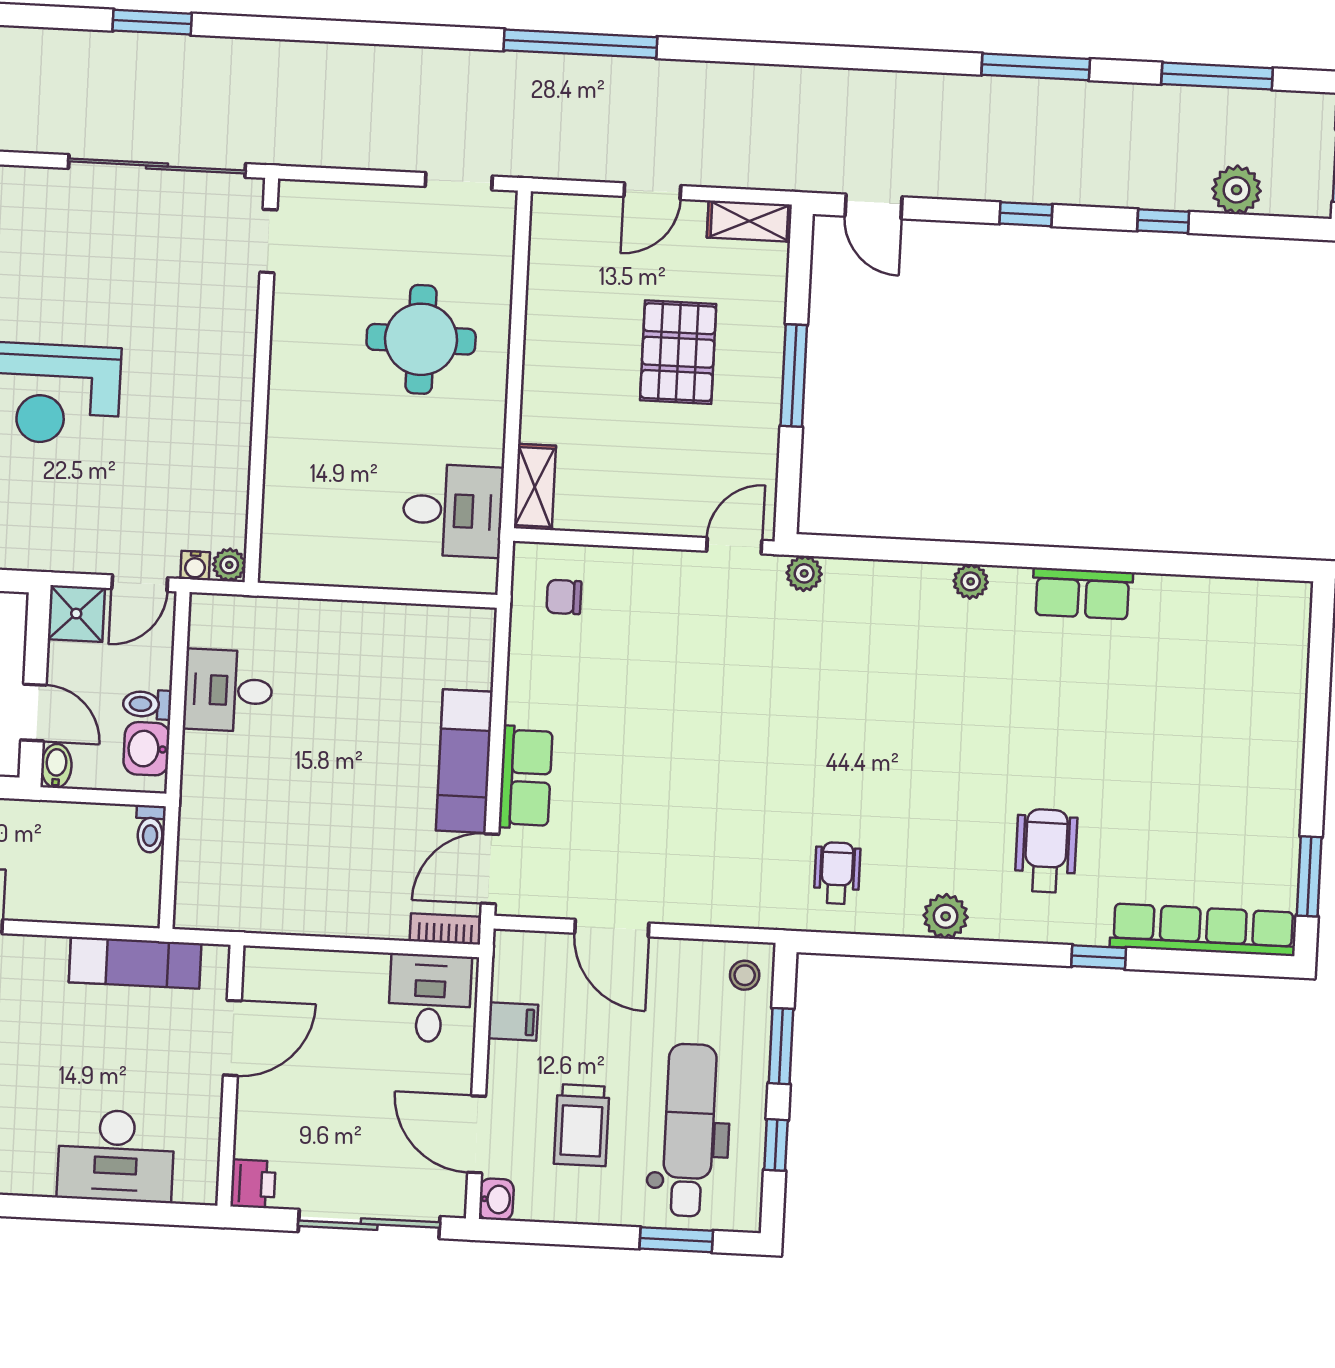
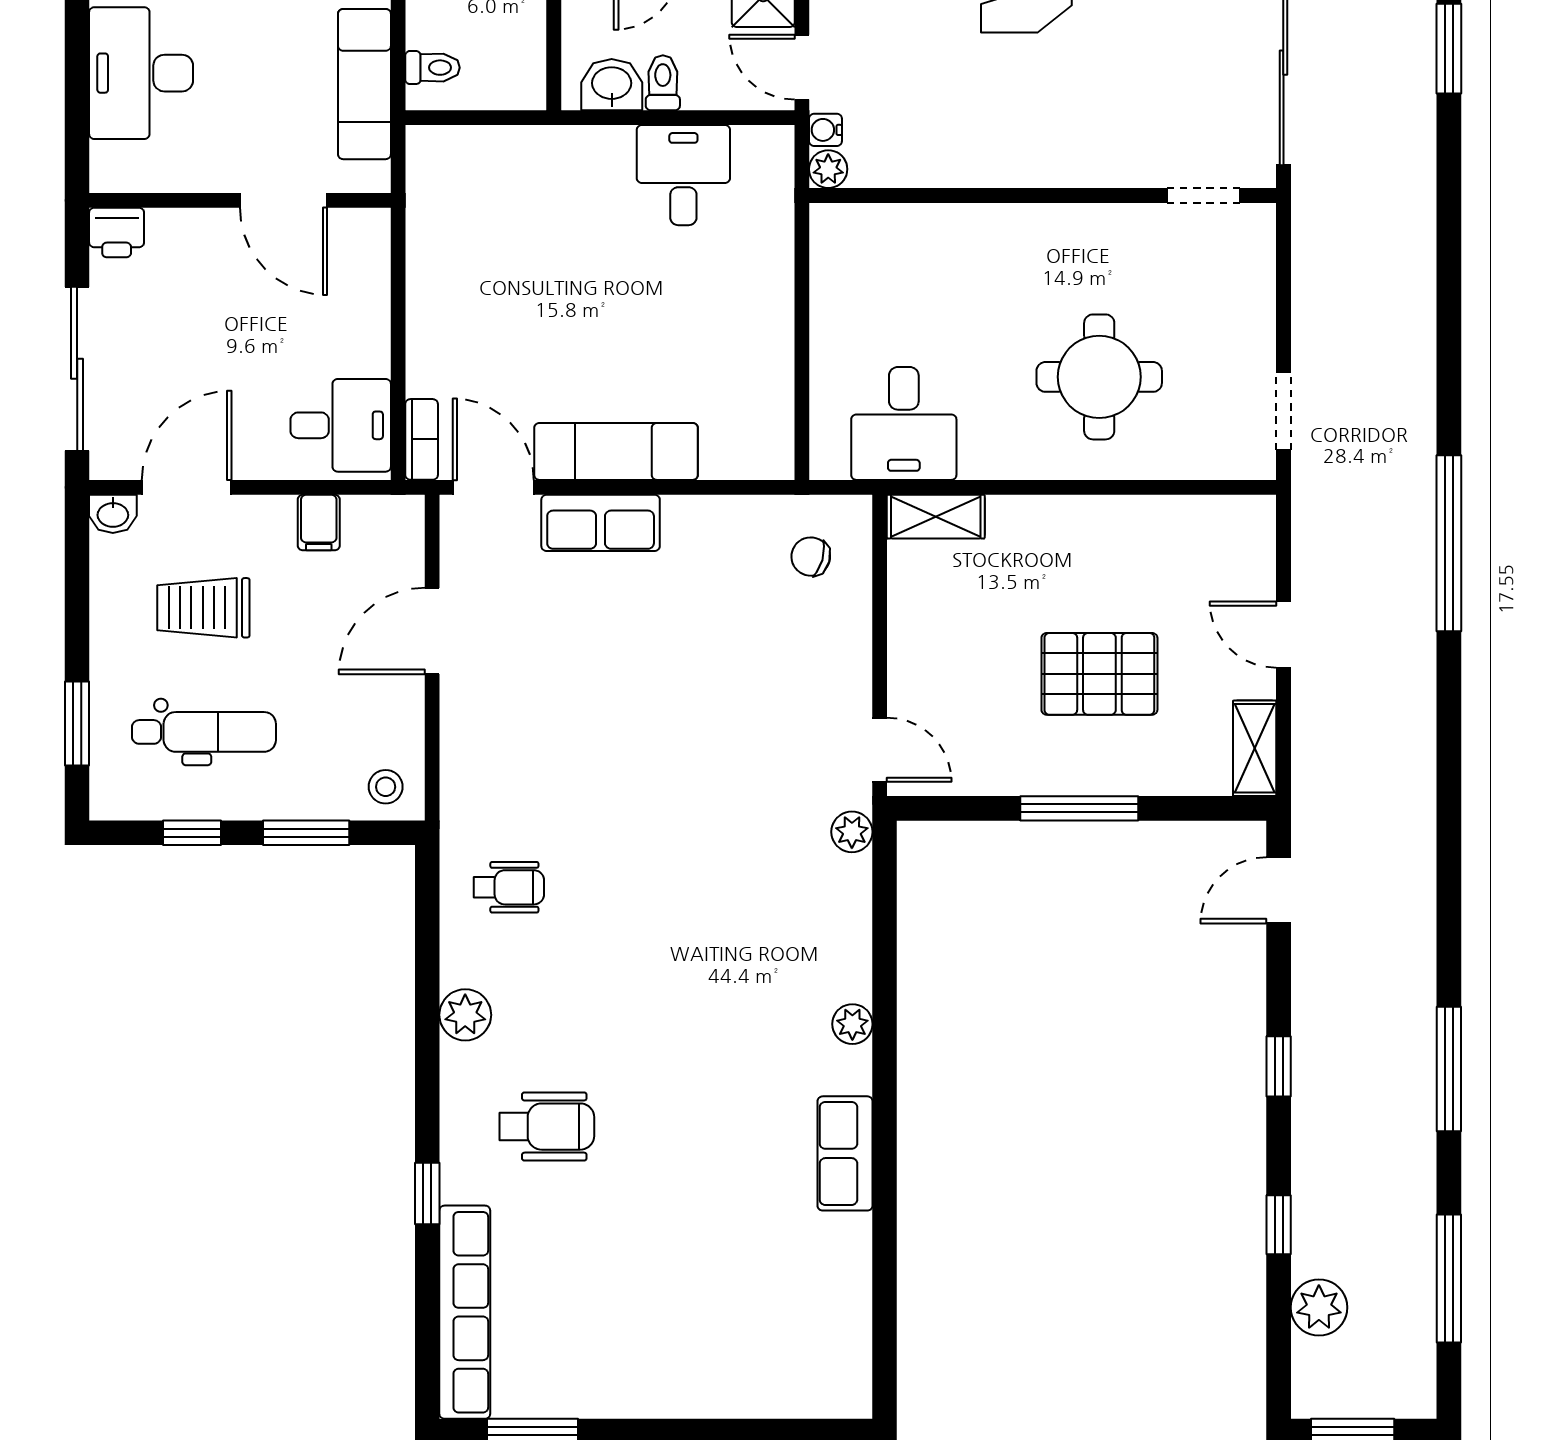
chair: (564, 597) -> (811, 557), turned -74
toilet: (150, 829) -> (432, 68), moved, turned 180
dental chair: (689, 1130) -> (204, 732), width x0.73, depth x0.72

